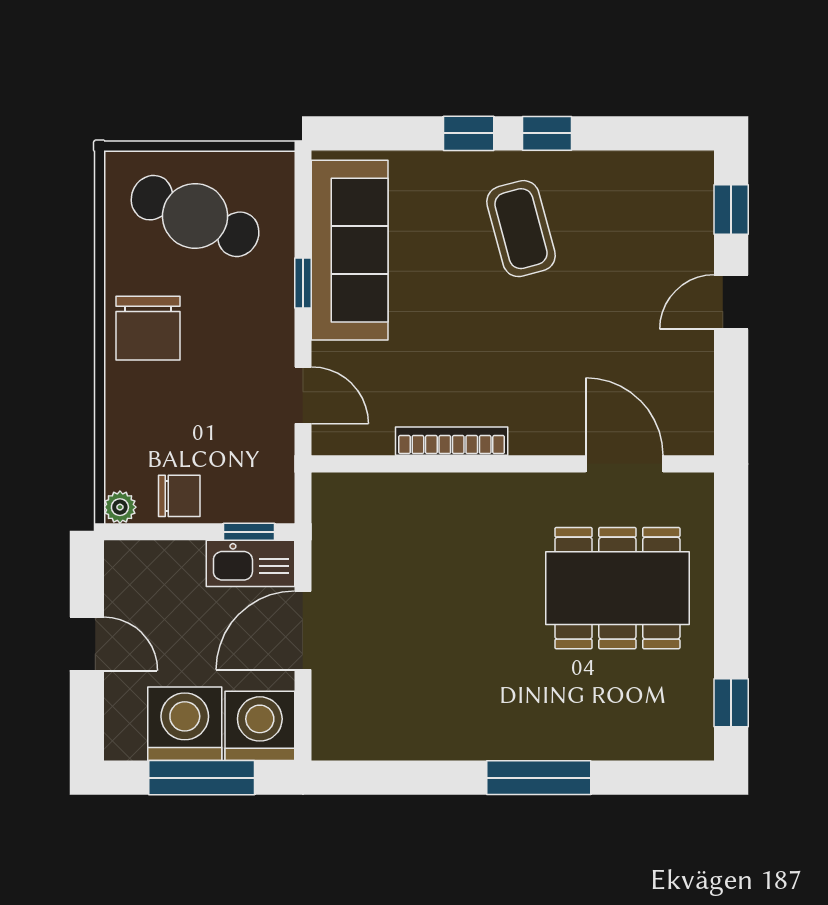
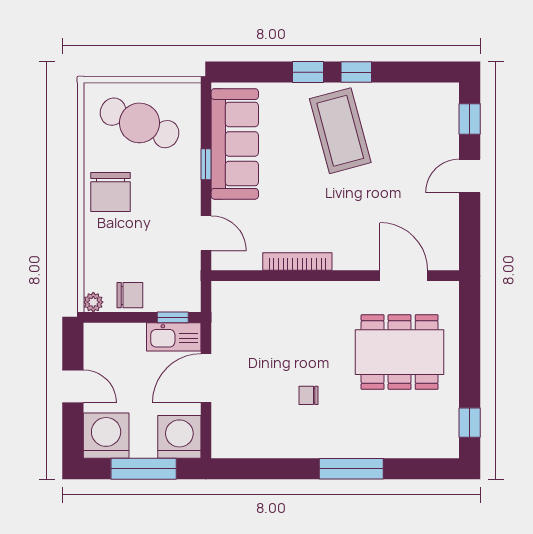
coffee table: (521, 229) -> (340, 131), width x1.36, depth x1.32
chair: (469, 659) -> (308, 395), added
washing machine: (185, 724) -> (106, 436), moved

